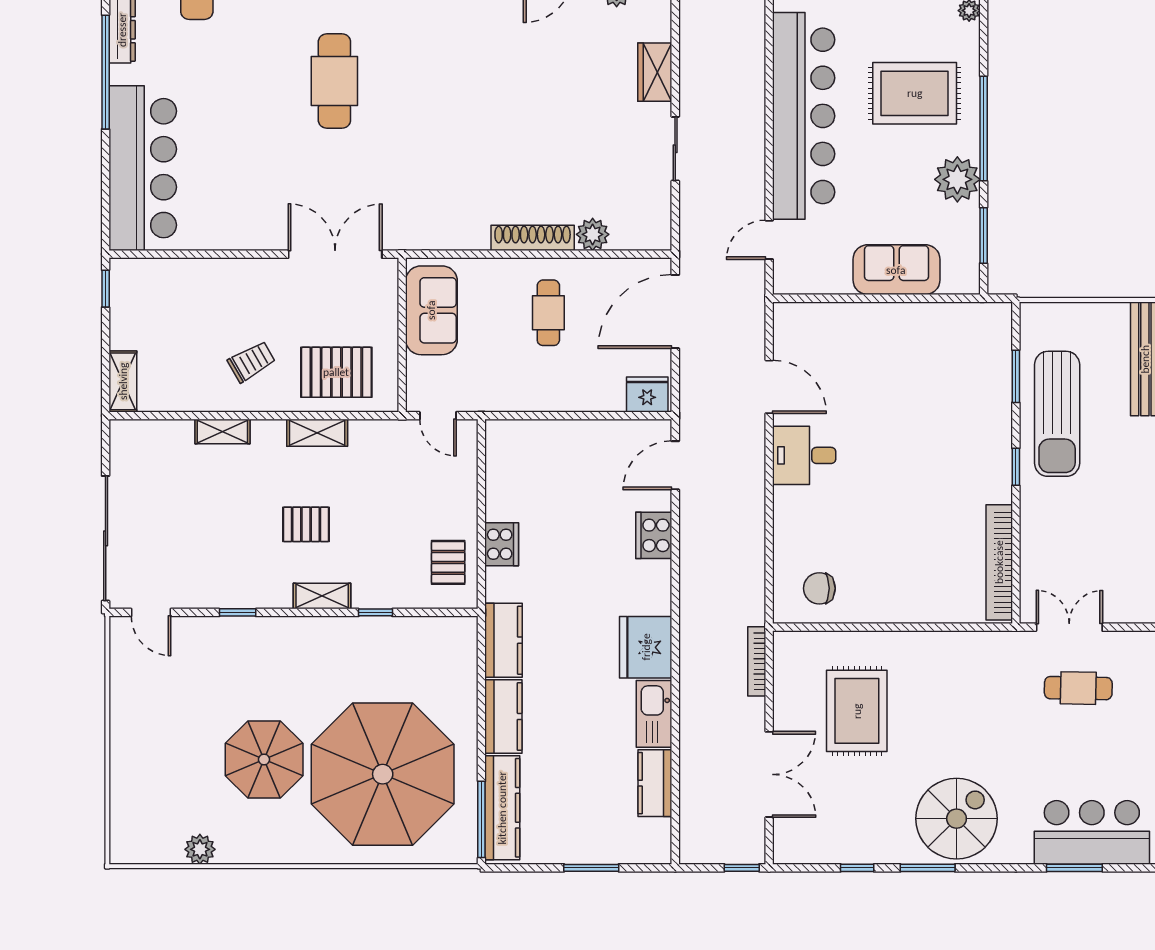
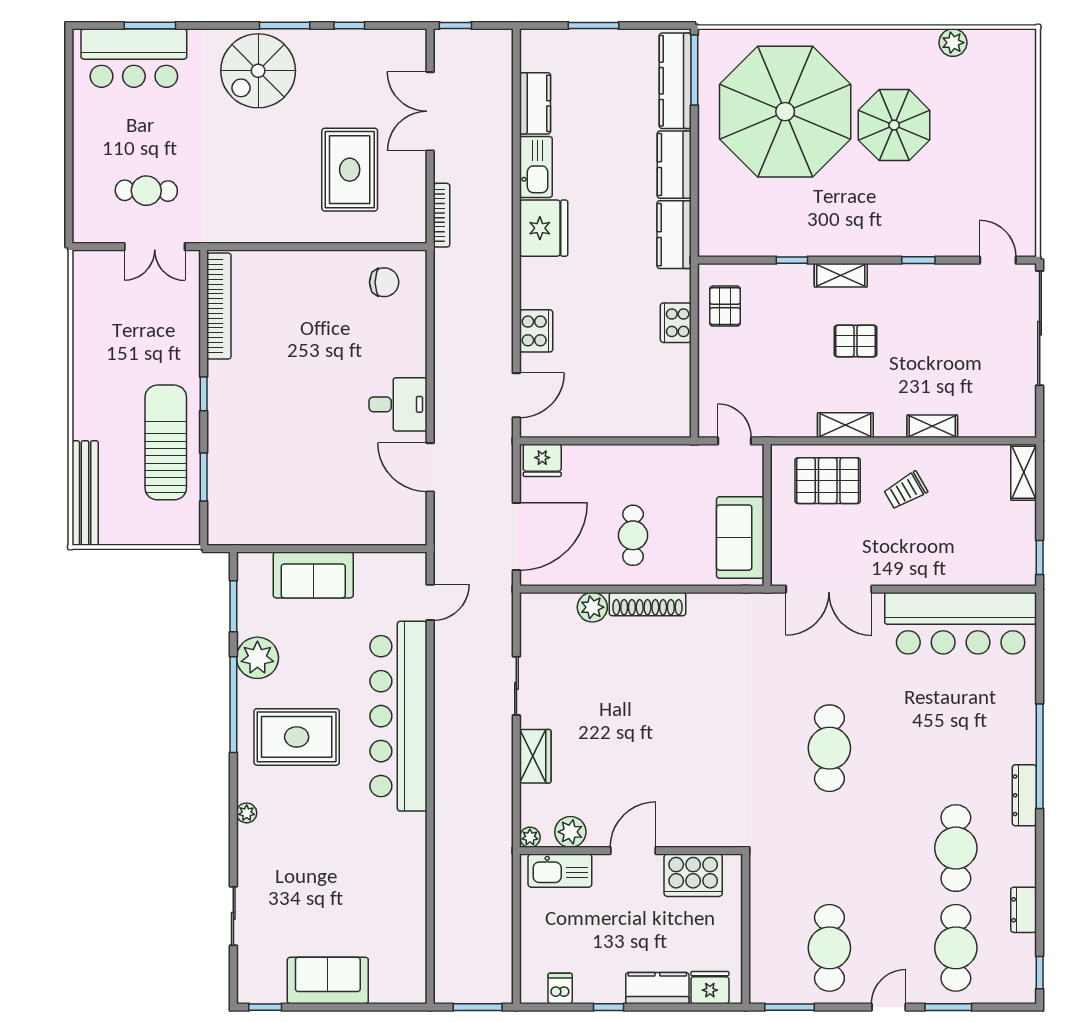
bar counter: (143, 168) -> (961, 623), moved, turned -90

